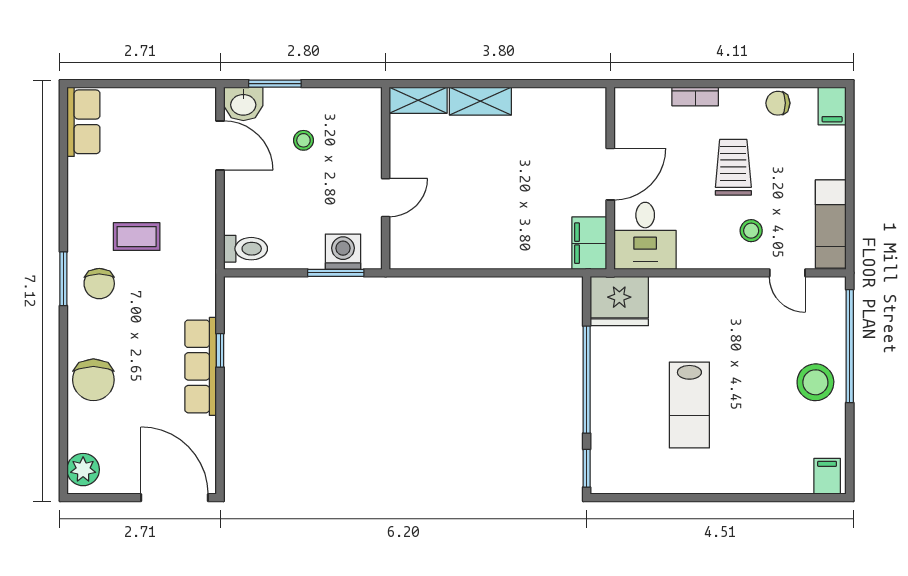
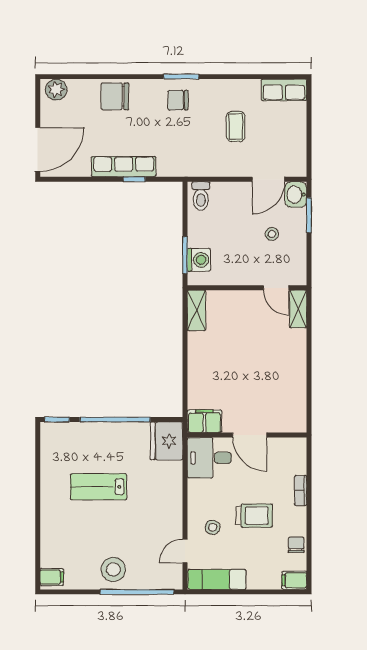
shelving: (480, 101) -> (196, 310), moved
door: (386, 198) -> (276, 288), moved
coffee table: (137, 237) -> (236, 126), moved

